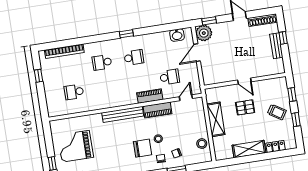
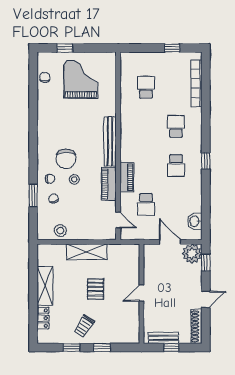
door: (244, 81) -> (142, 293), moved
wall: (245, 81) -> (142, 294), moved

